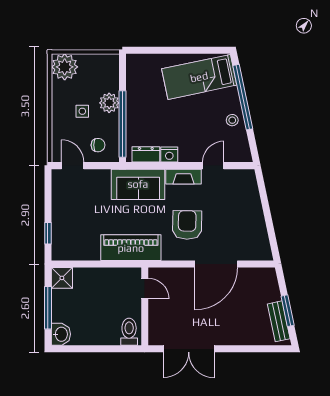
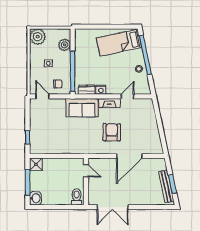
plant: (109, 103) -> (65, 45), moved
piano: (131, 248) -> (78, 146), removed
bench: (279, 321) -> (166, 186), width x1.36

